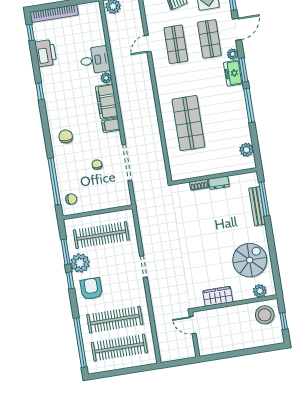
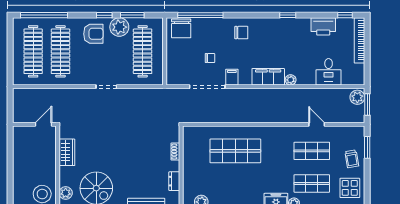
desk: (95, 60) -> (329, 72), moved
filing cabinet: (111, 125) -> (232, 77), moved
dresser: (219, 183) -> (174, 181), moved
chair: (71, 199) -> (181, 28), width x1.87, depth x1.87

